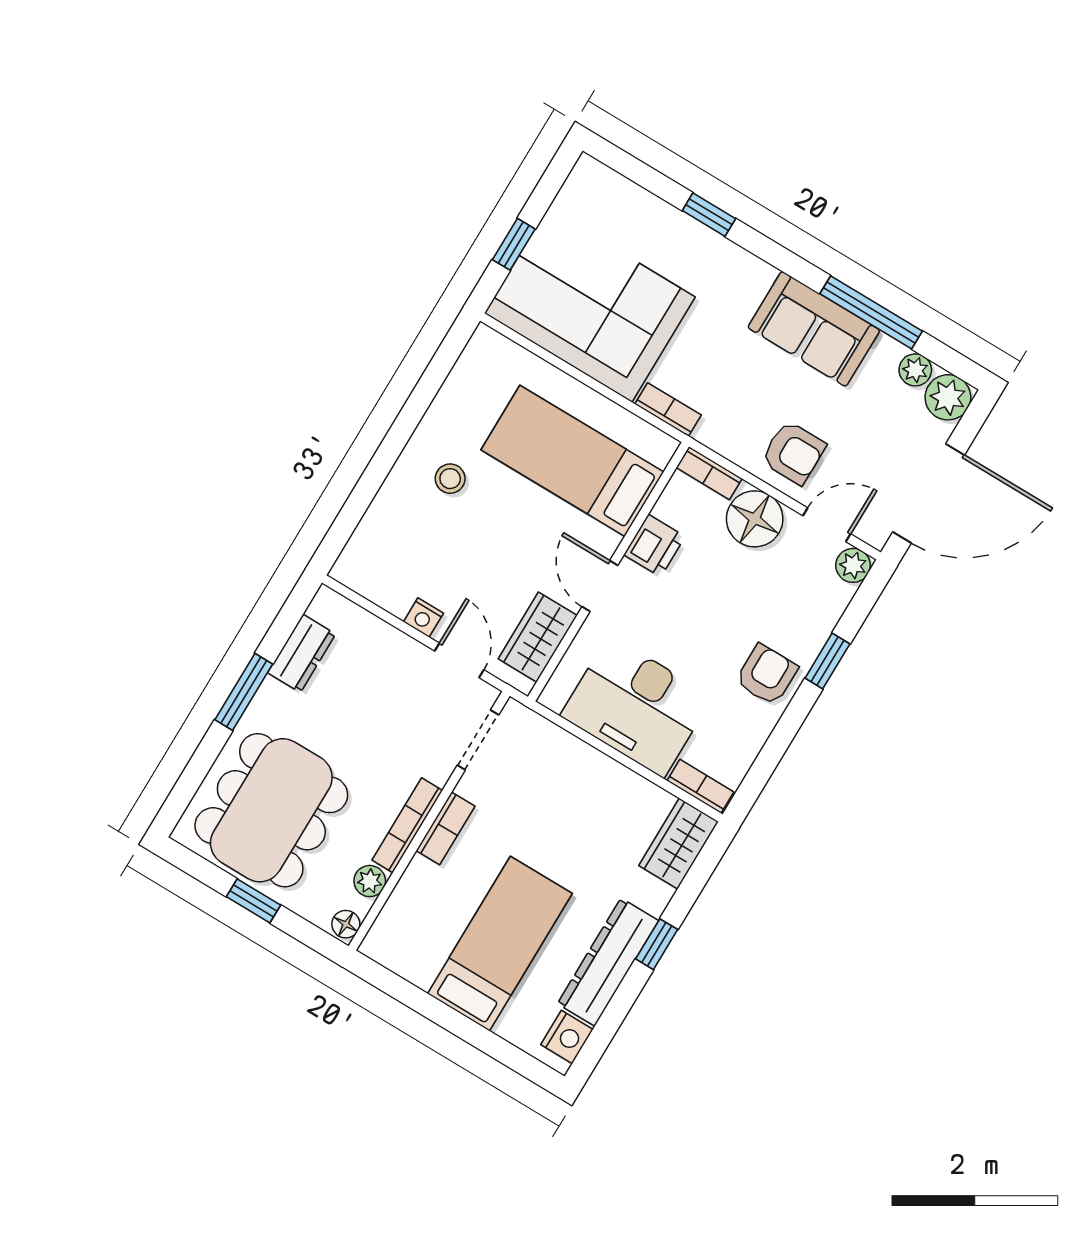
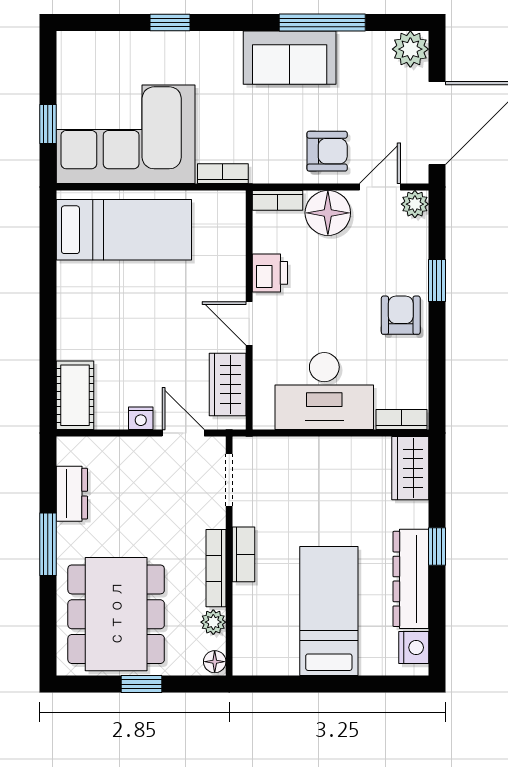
plant: (915, 370) -> (376, 44), removed
bed: (572, 461) -> (124, 230), moved, turned 180
stool: (450, 479) -> (101, 312), removed
cot: (368, 551) -> (75, 395), added

